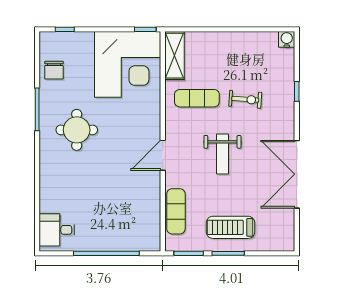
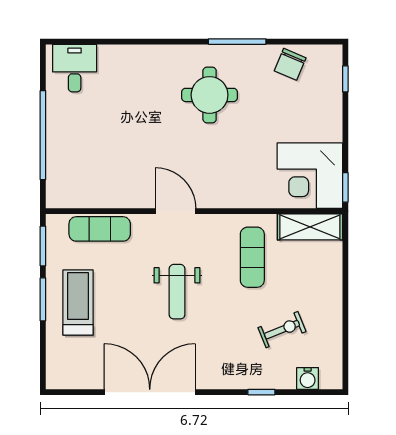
water cooler: (287, 39) -> (308, 378), moved, turned 90
corner desk: (128, 64) -> (310, 176), width x0.74, depth x0.74
chair: (54, 70) -> (290, 64), turned -67
exercise bike: (245, 99) -> (282, 330), moved, turned -116
weight bench: (222, 154) -> (177, 292), turned -90

